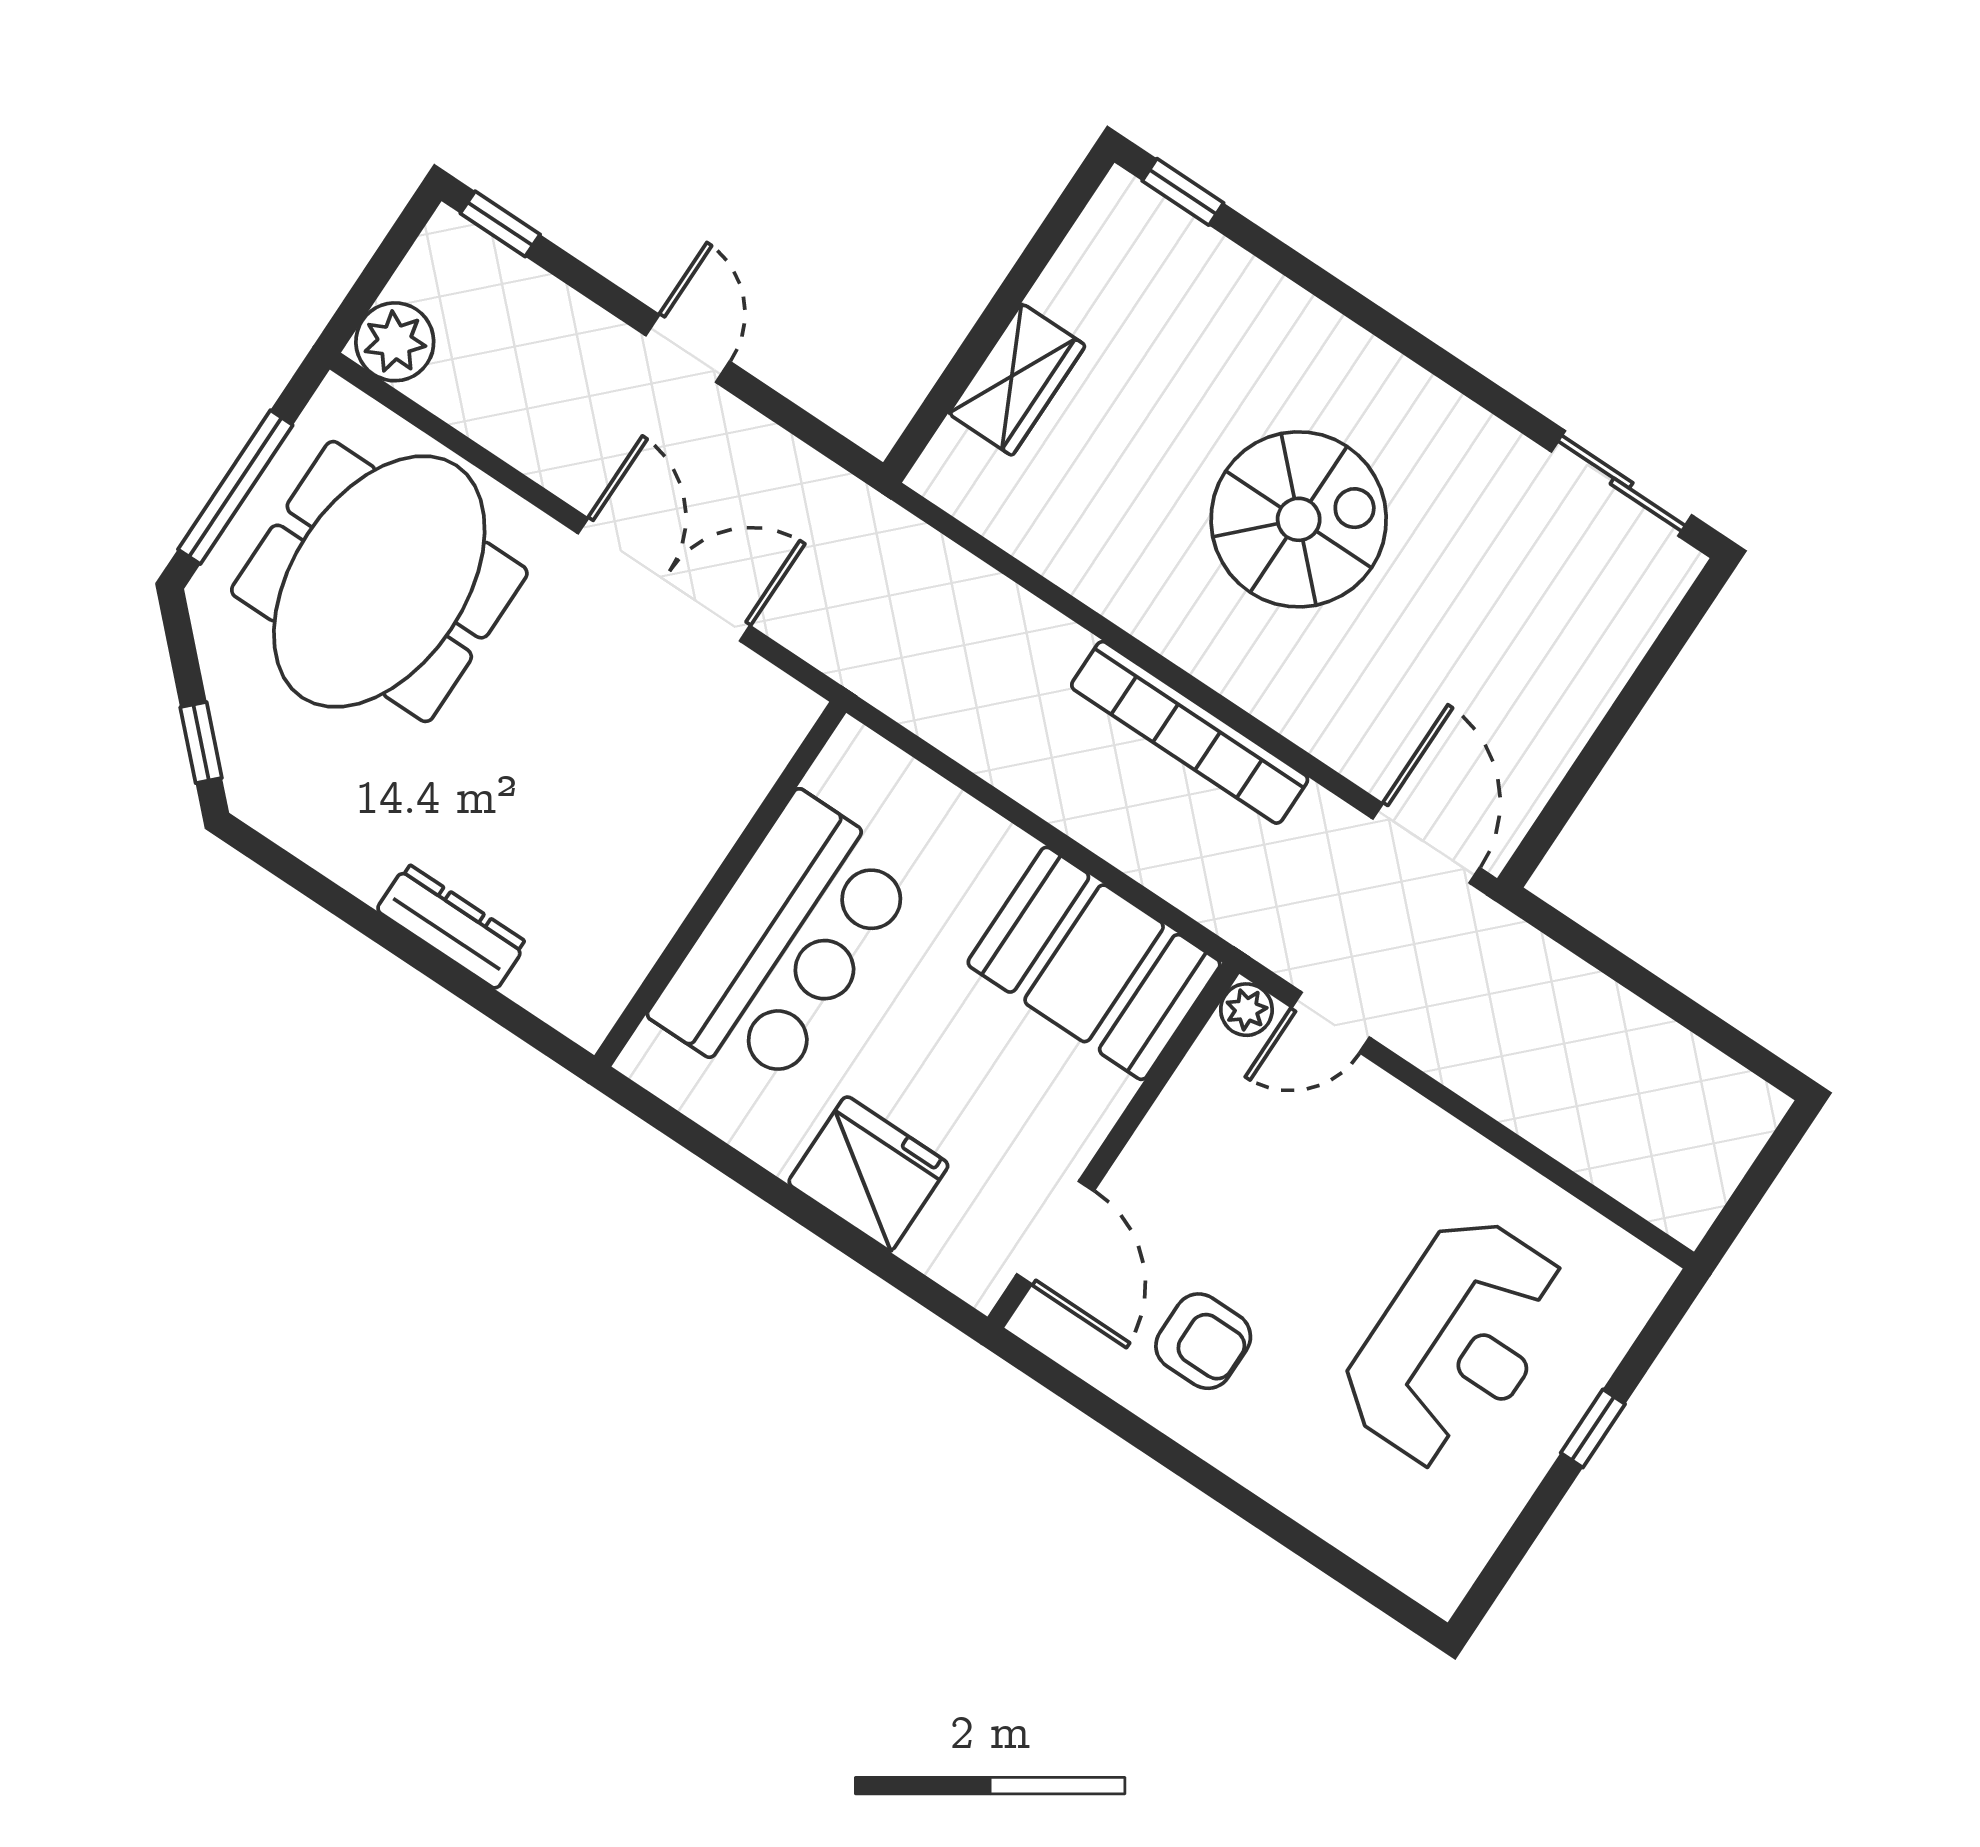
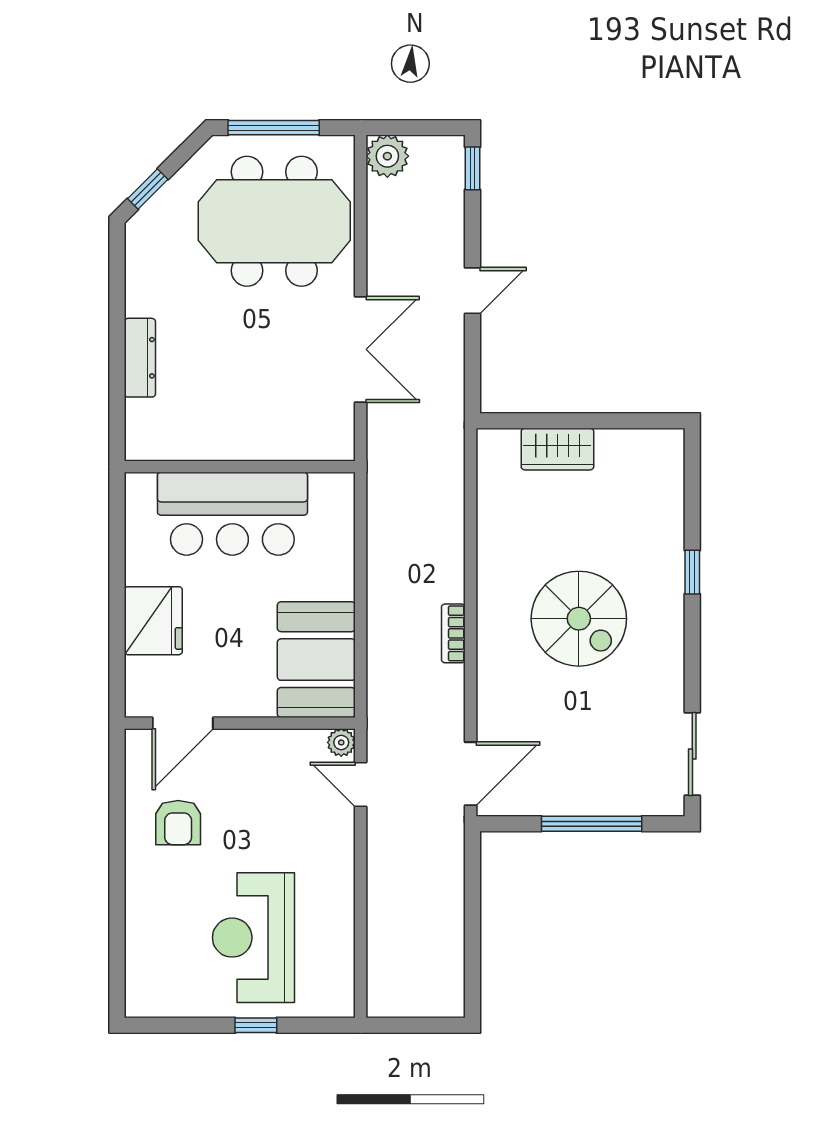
window: (1183, 192) -> (692, 572), moved
window: (1626, 709) -> (592, 824), added
bookcase: (1190, 732) -> (453, 633), width x0.43, depth x0.76
reception desk: (1456, 1343) -> (253, 938), turned 90

